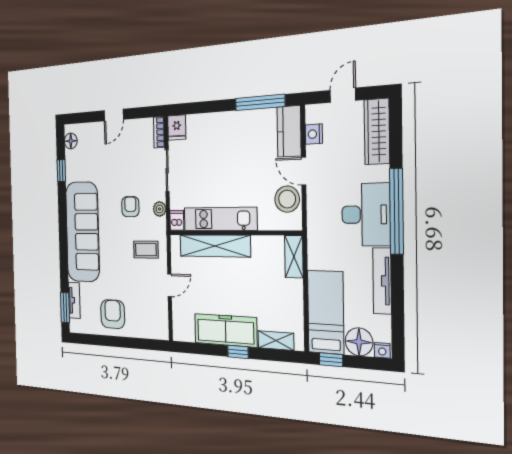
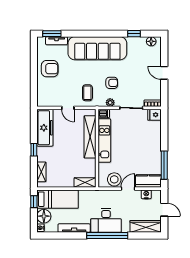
freezer: (225, 330) -> (45, 128), moved

